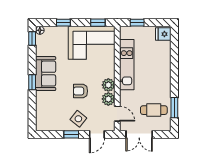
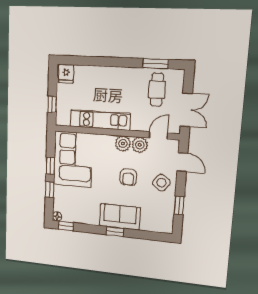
window: (98, 23) -> (50, 166), moved
sofa: (46, 74) -> (120, 217), moved
window: (71, 134) -> (179, 206), moved

